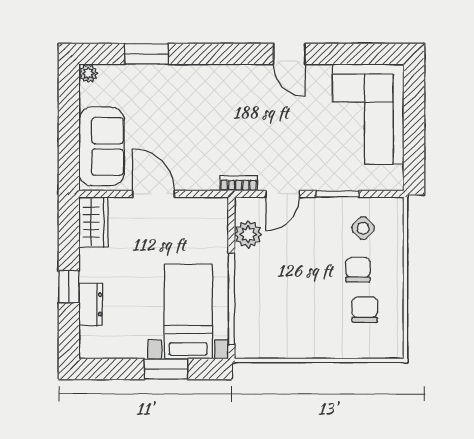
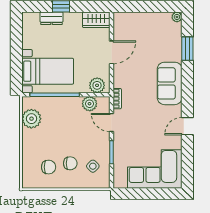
sofa: (102, 146) -> (170, 83), moved, turned 90
plant: (214, 220) -> (97, 85), added
plant: (276, 341) -> (31, 119), added
window: (166, 369) -> (16, 59), removed

